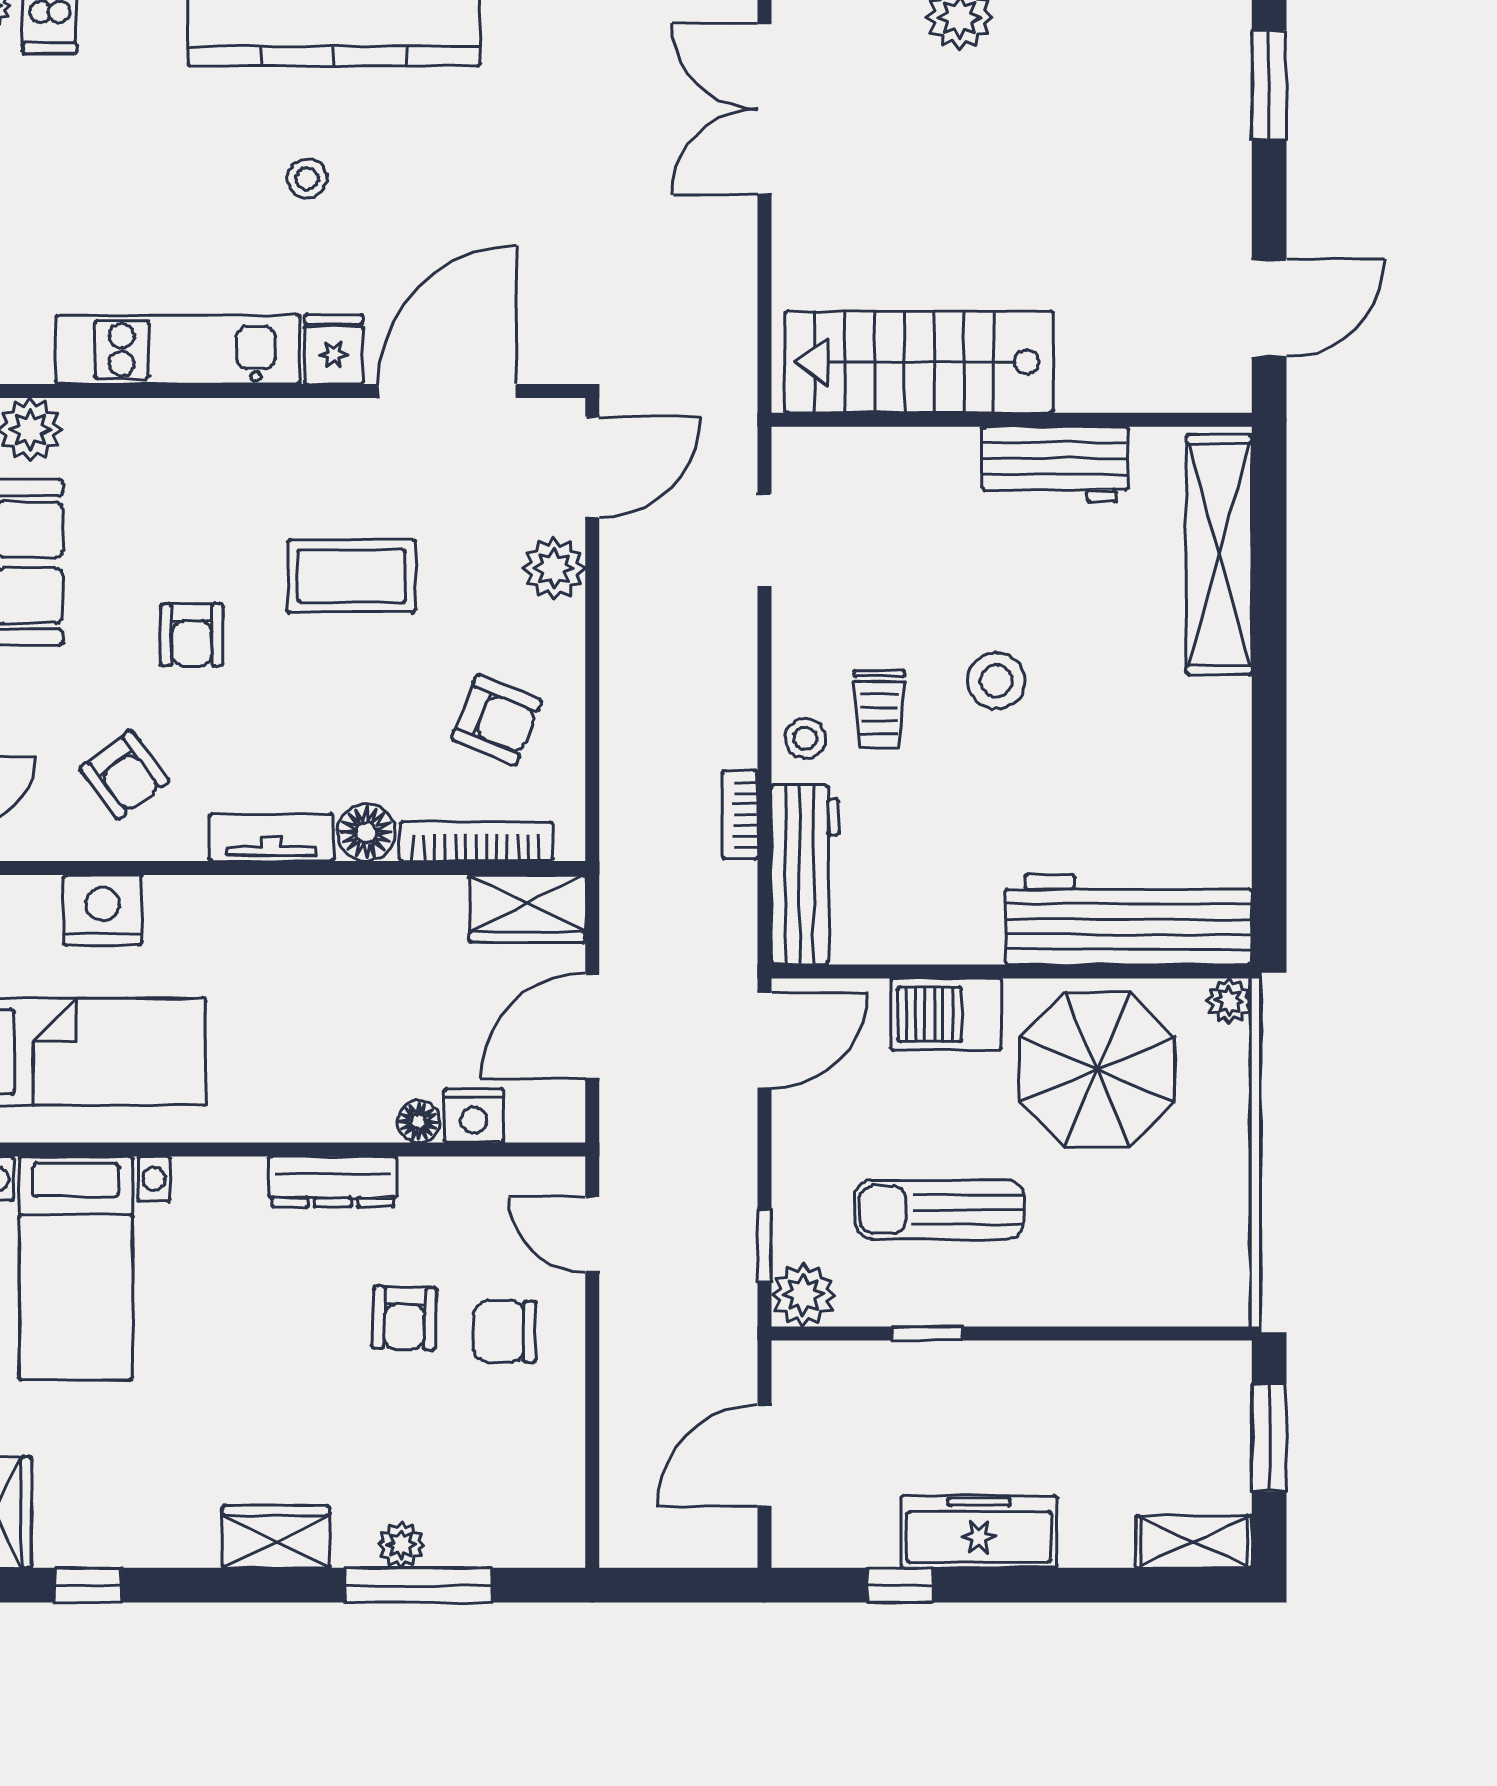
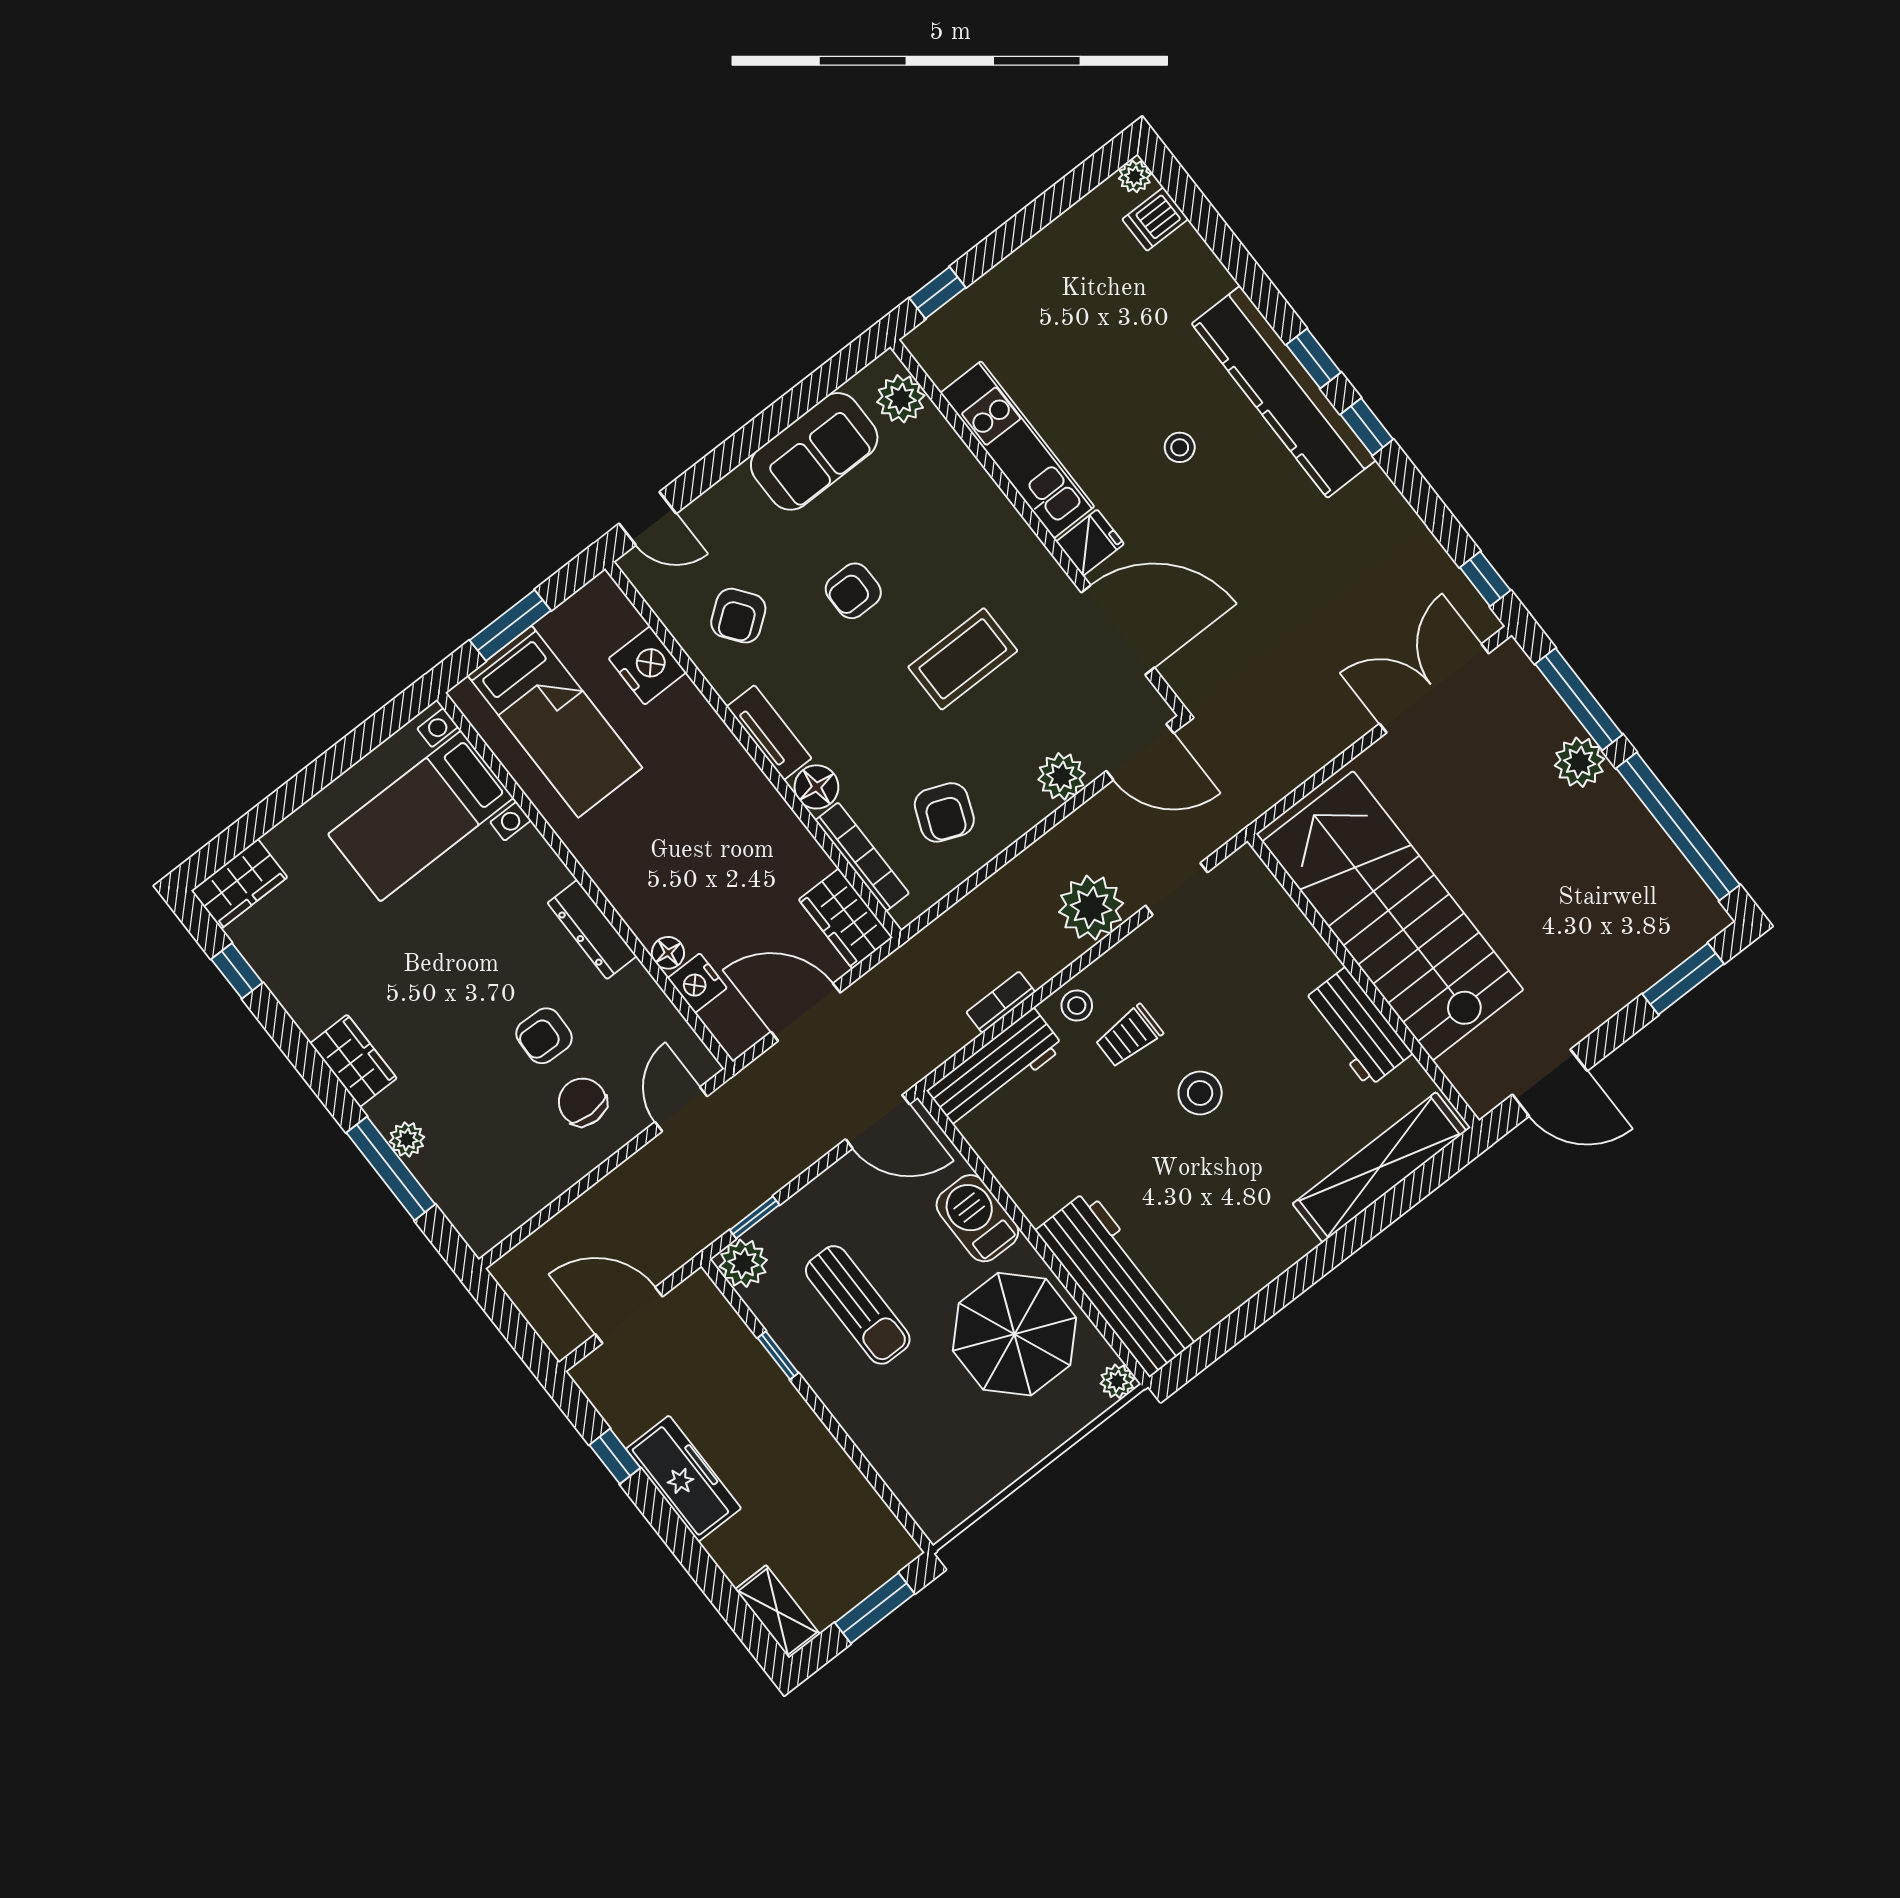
stairs: (919, 362) -> (1393, 916), width x1.36, depth x1.51
coffee table: (352, 576) -> (963, 659), turned 90
plant: (715, 644) -> (1091, 908), added
sun lounger: (939, 1209) -> (858, 1305), turned 180

